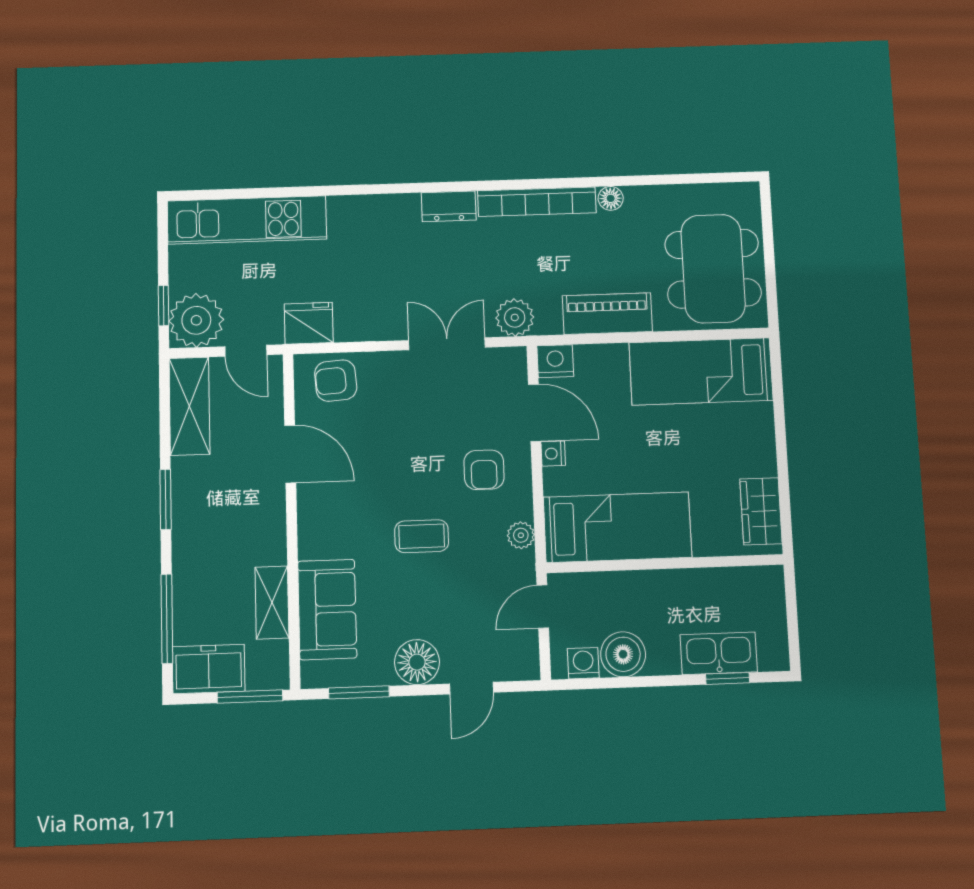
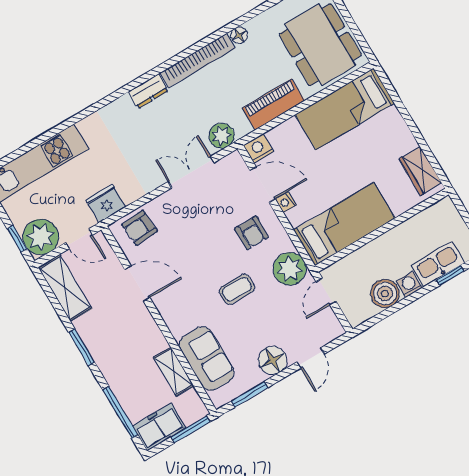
plant: (521, 535) -> (290, 269), width x1.88, depth x1.88
washing machine: (583, 663) -> (409, 284), moved

